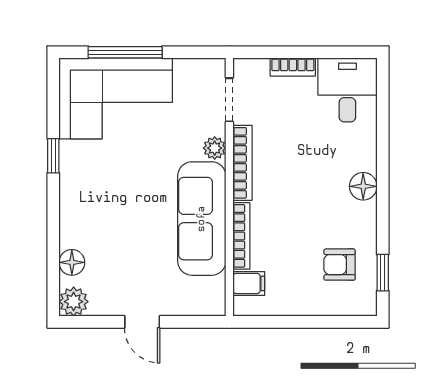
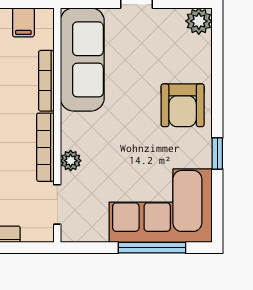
armchair: (91, 209) -> (183, 105), added
sofa: (202, 219) -> (82, 59), moved
floor lamp: (72, 262) -> (200, 57), removed
filing cabinet: (249, 283) -> (23, 22), moved, turned -90

